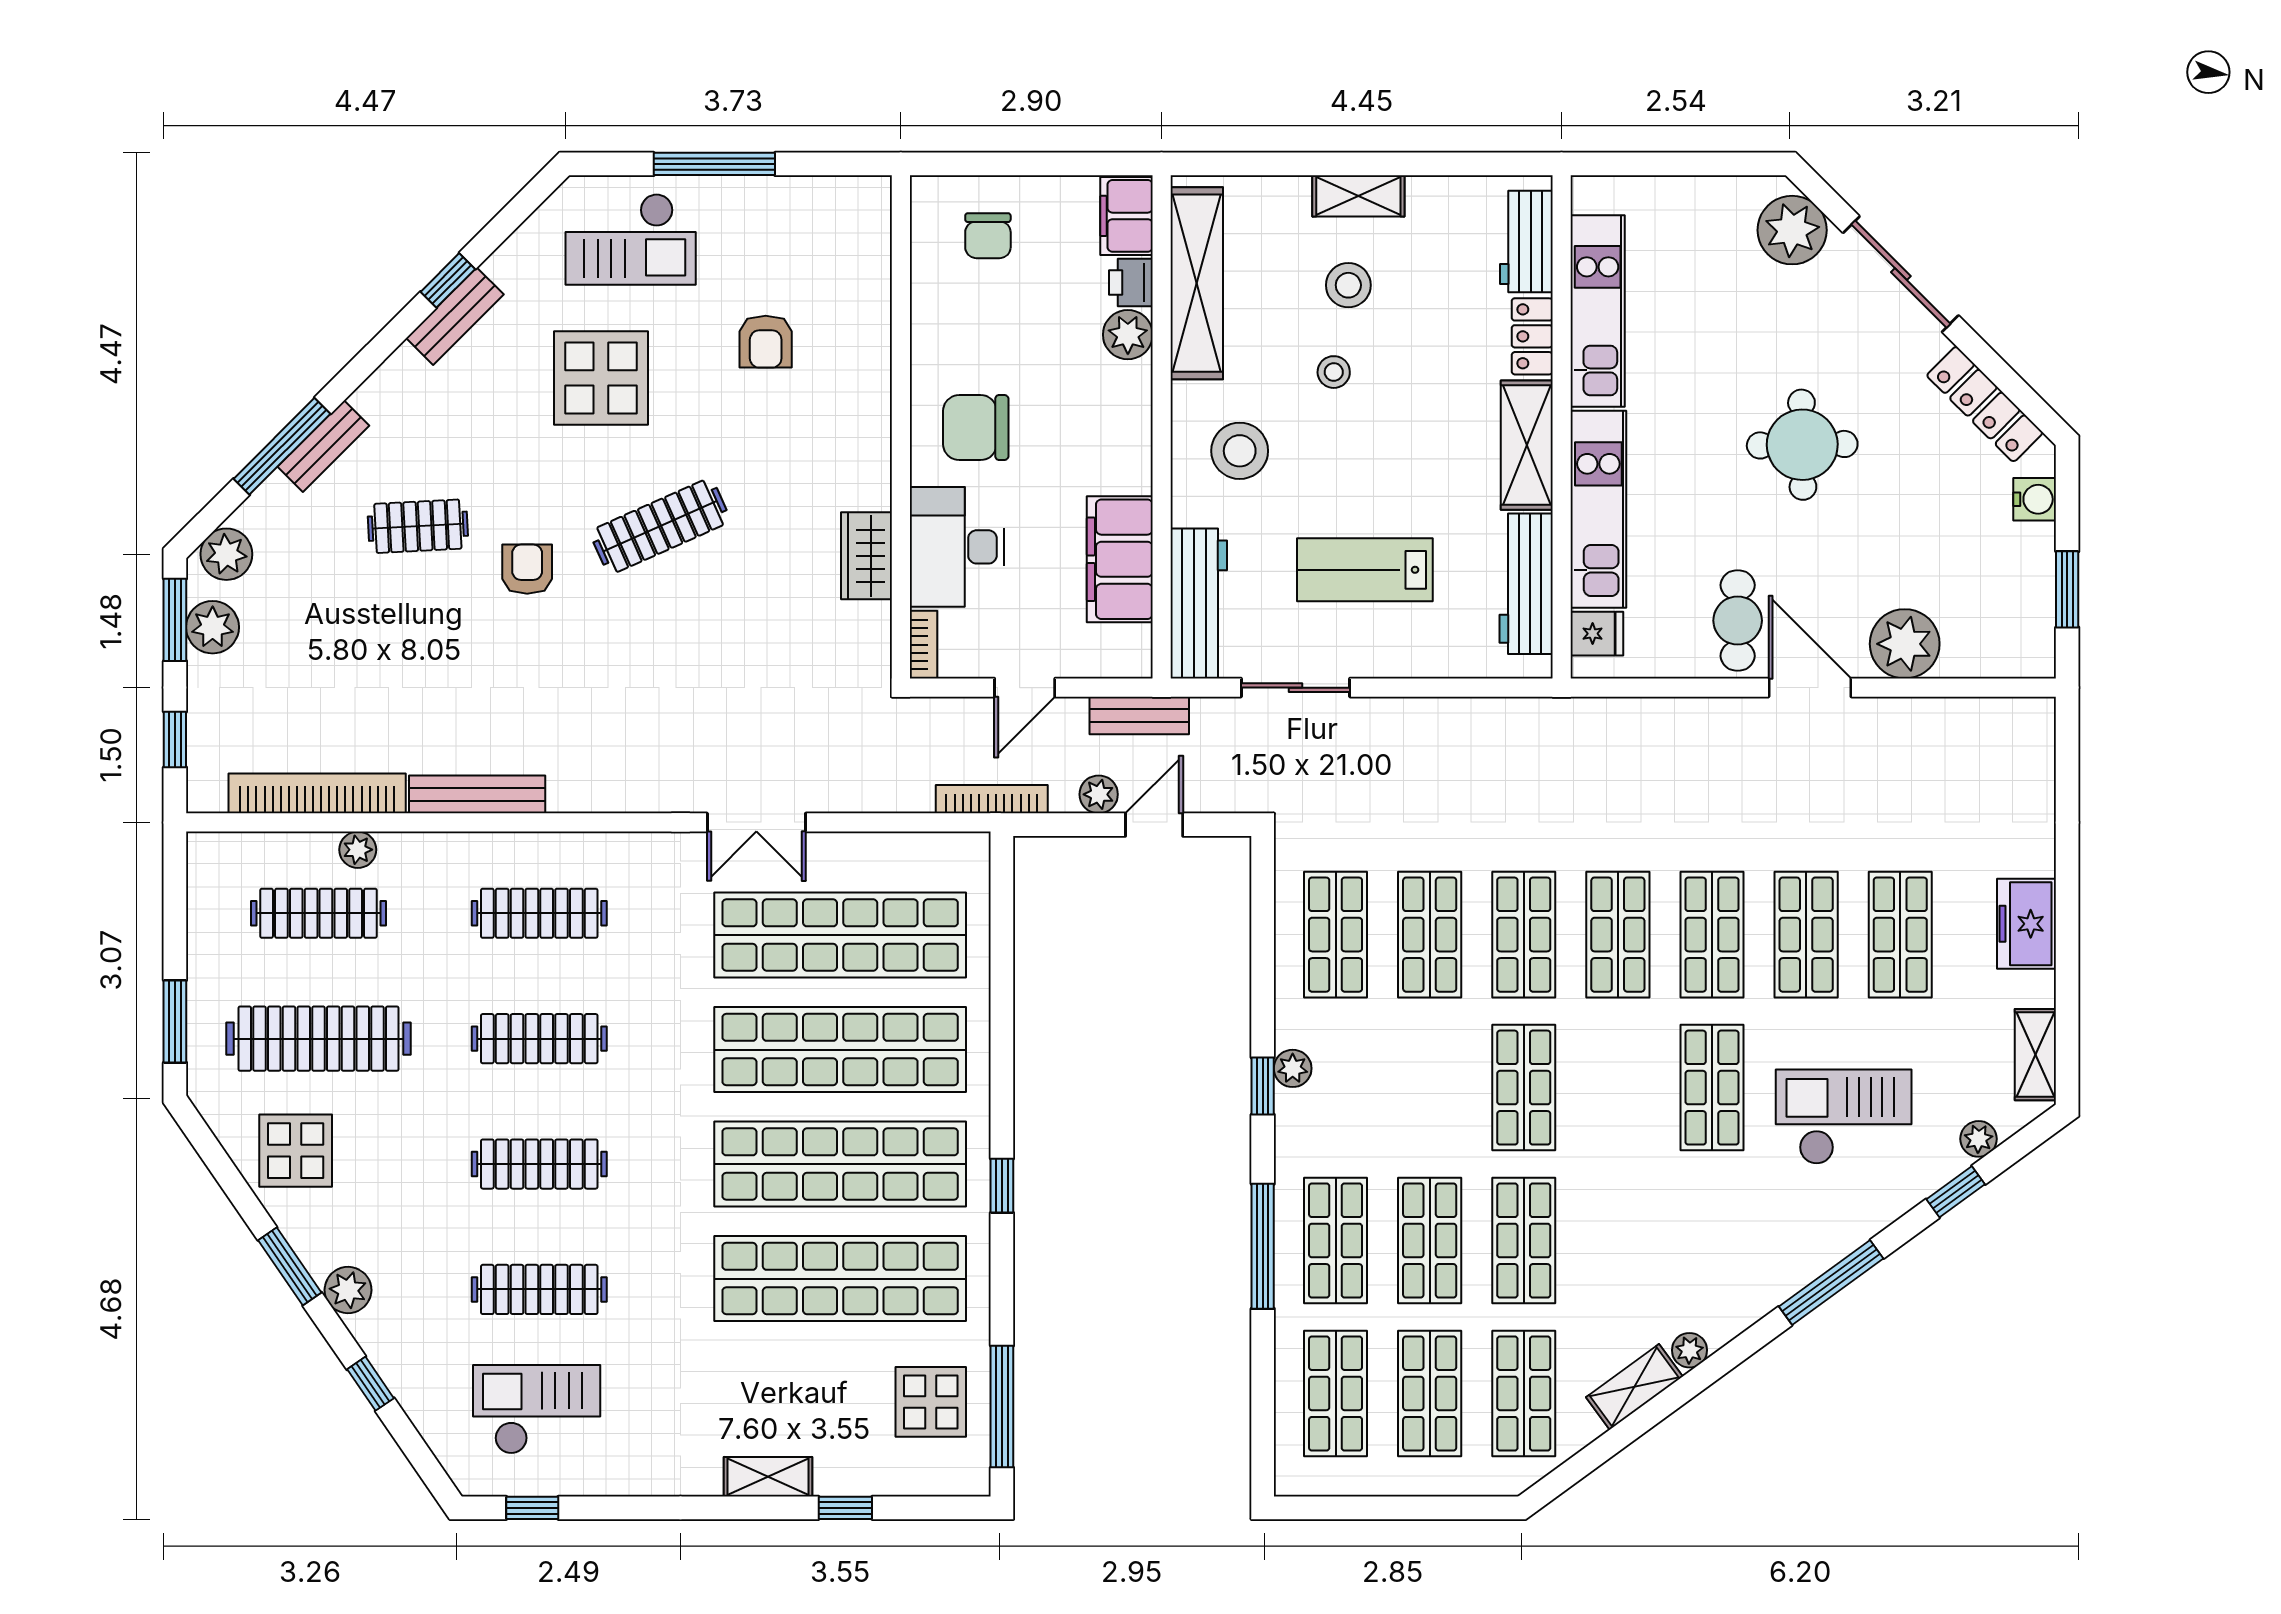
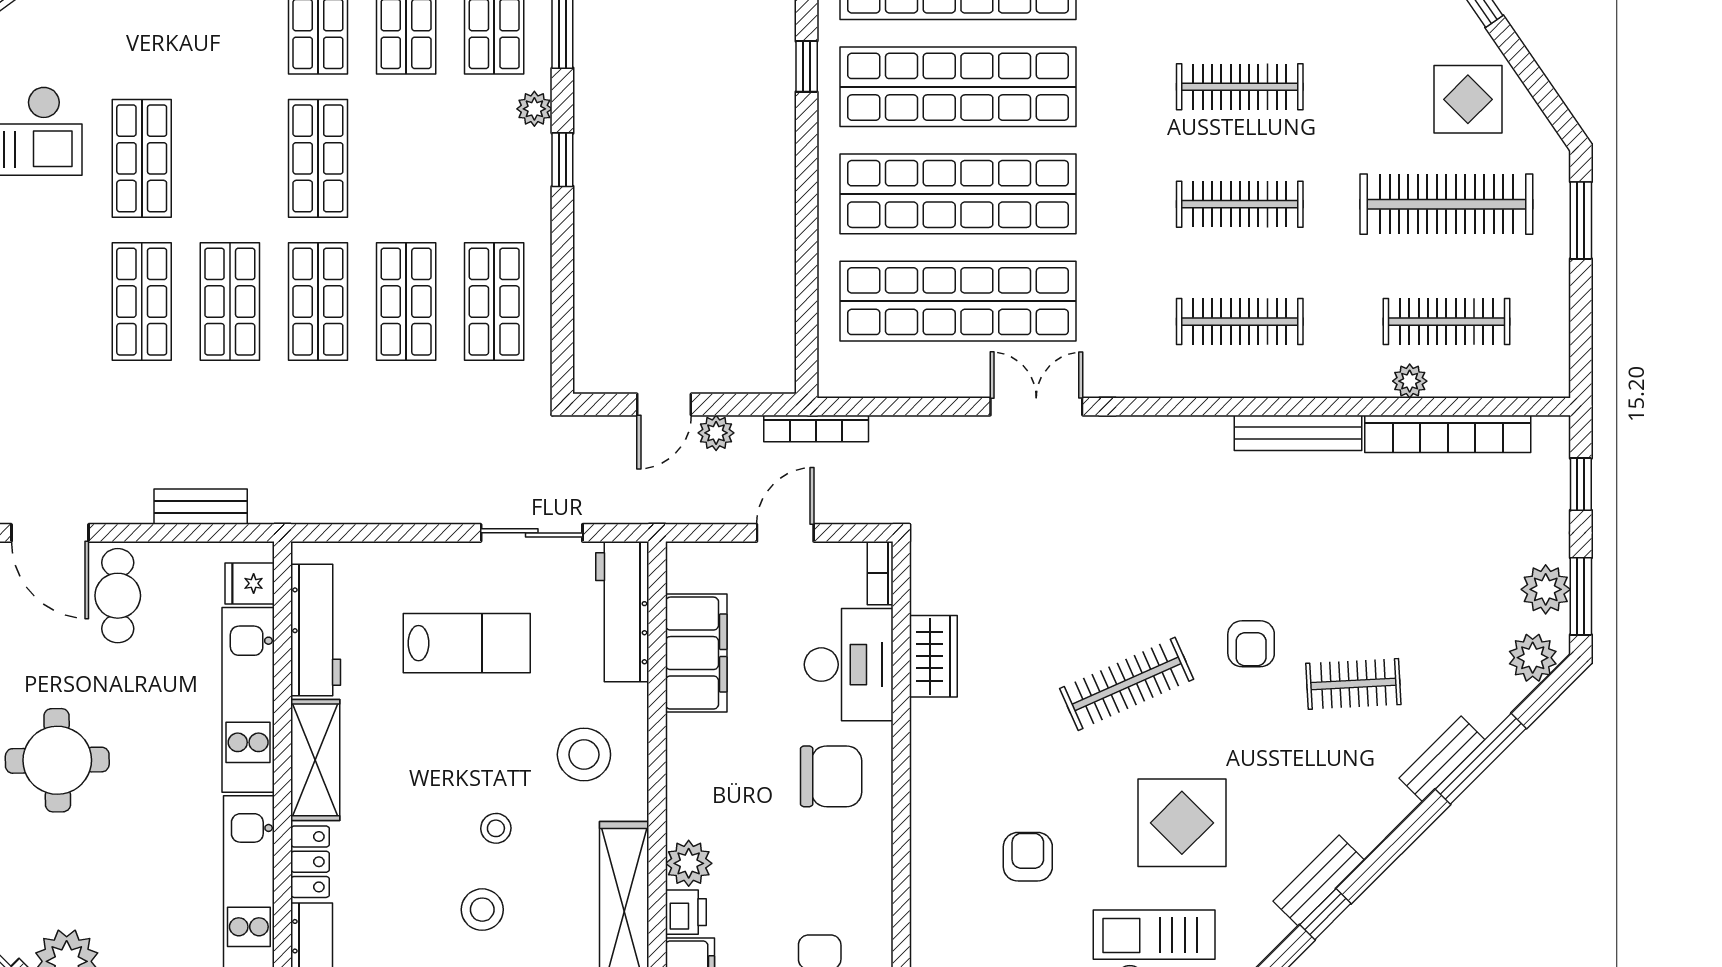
bench: (1139, 716) -> (201, 507), moved
shop shelf: (1806, 935) -> (54, 302), removed
plant: (1293, 1068) -> (534, 109), moved

